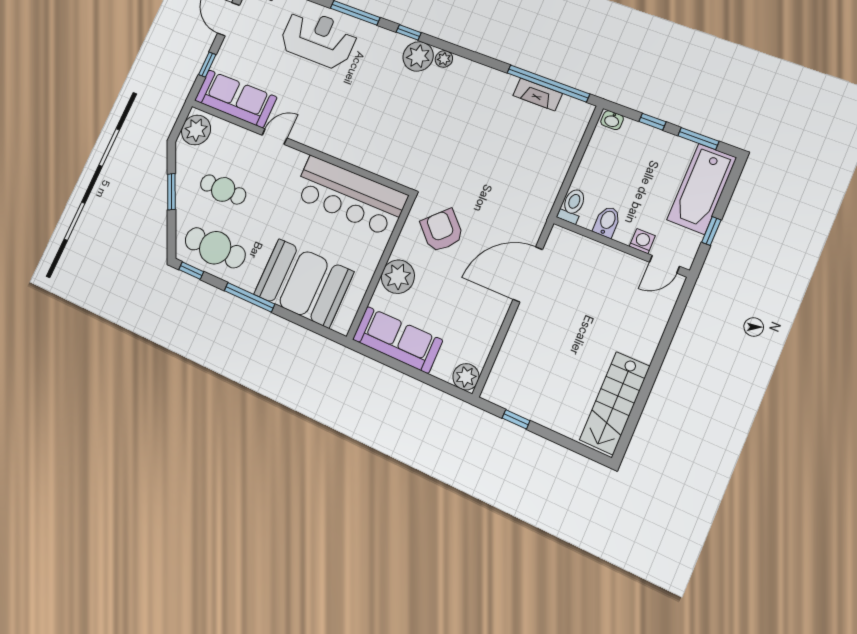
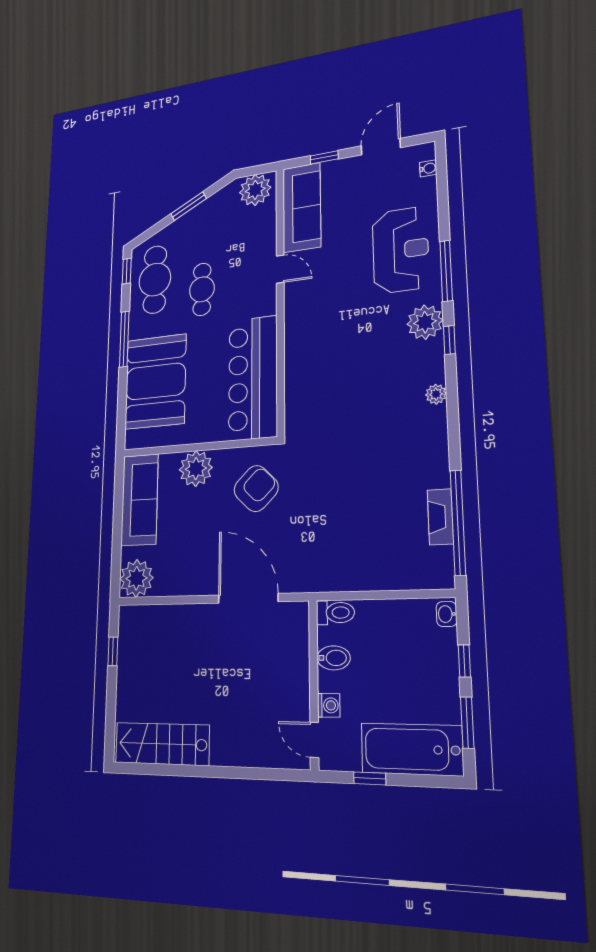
plant: (418, 56) -> (425, 322), moved
cafe table: (223, 189) -> (202, 289), moved
plant: (466, 377) -> (136, 578), width x1.36, depth x1.36

